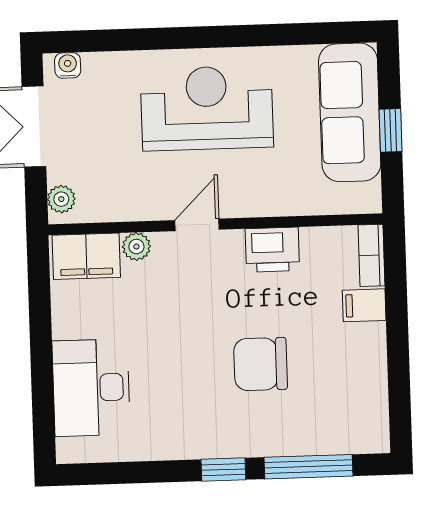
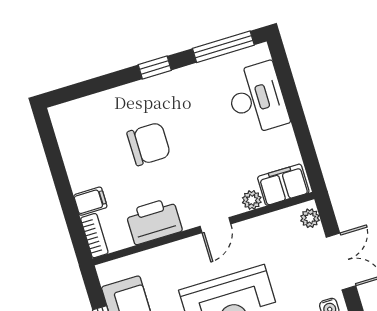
printer: (272, 250) -> (154, 221), width x1.37, depth x1.19
window: (308, 467) -> (223, 47), moved

